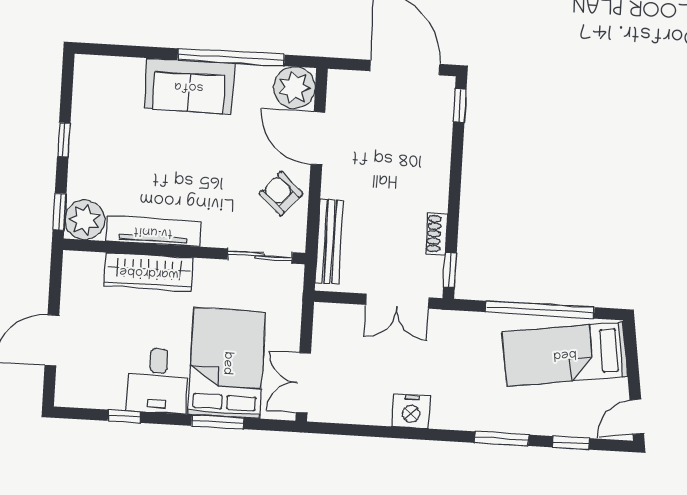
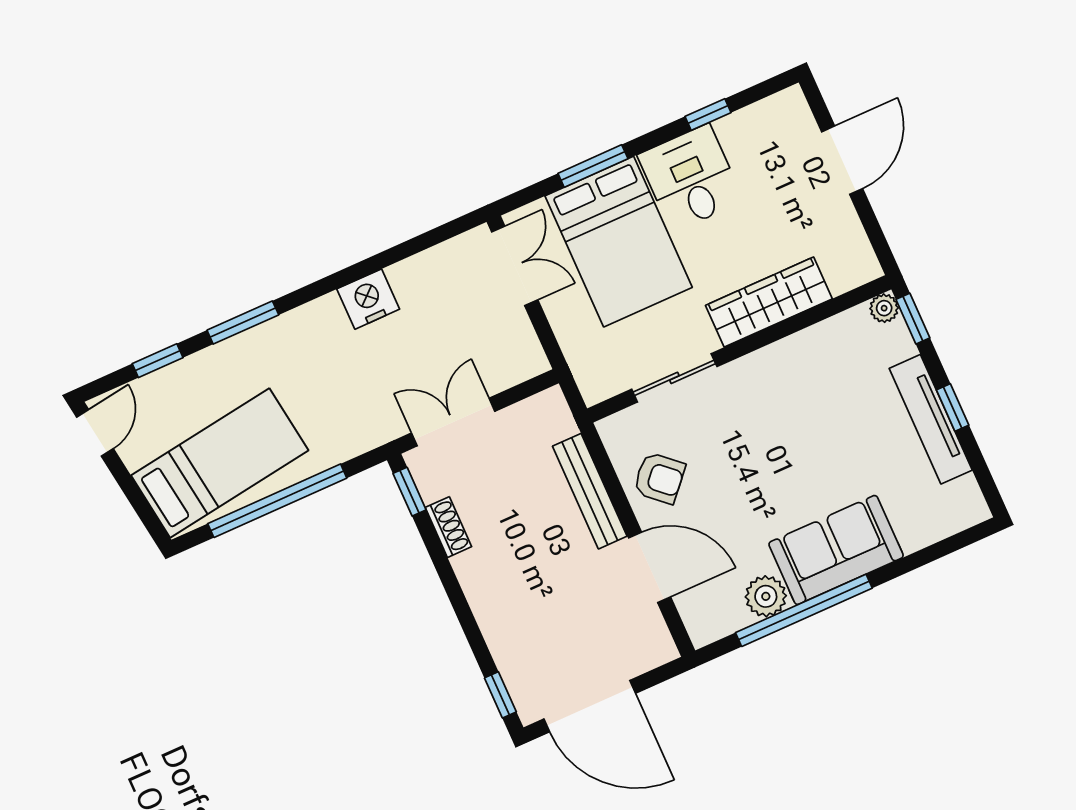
plant: (294, 88) -> (766, 596), moved, width x0.73, depth x0.73
plant: (85, 220) -> (884, 308), width x0.53, depth x0.53
tv unit: (153, 231) -> (931, 419), moved, turned 90
bench: (329, 241) -> (590, 491), moved
sliding door: (260, 256) -> (674, 378), moved

